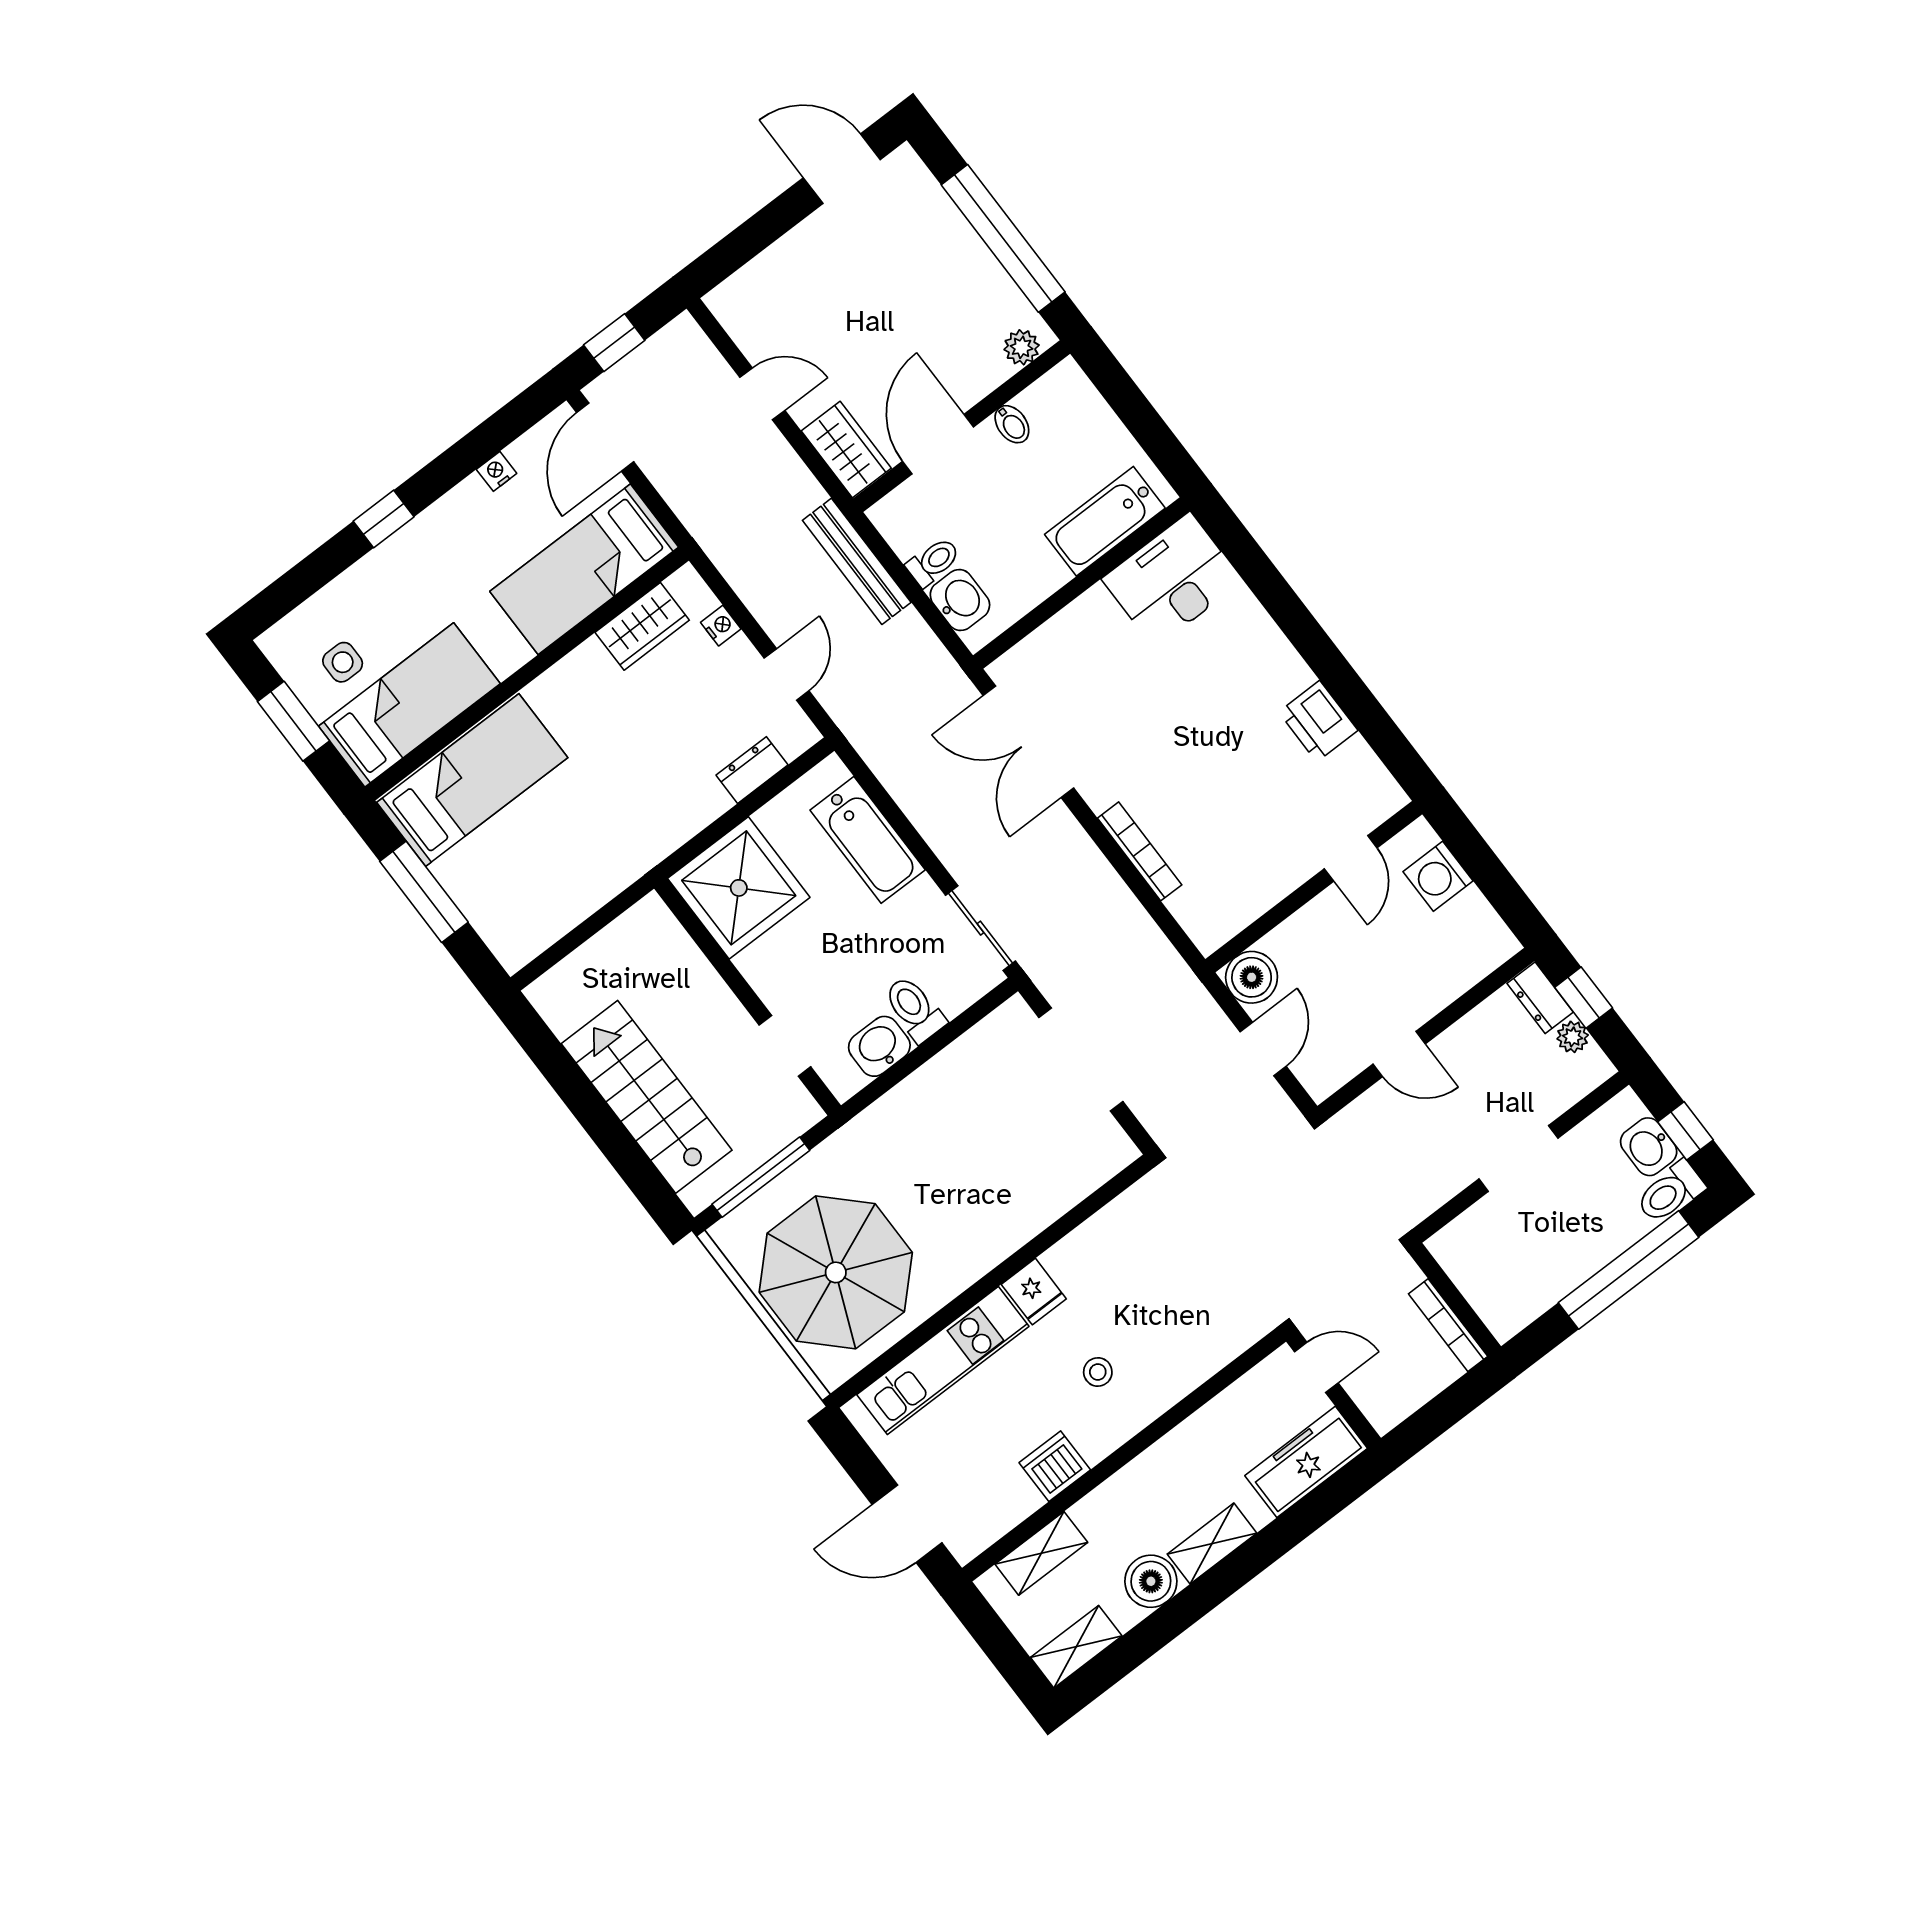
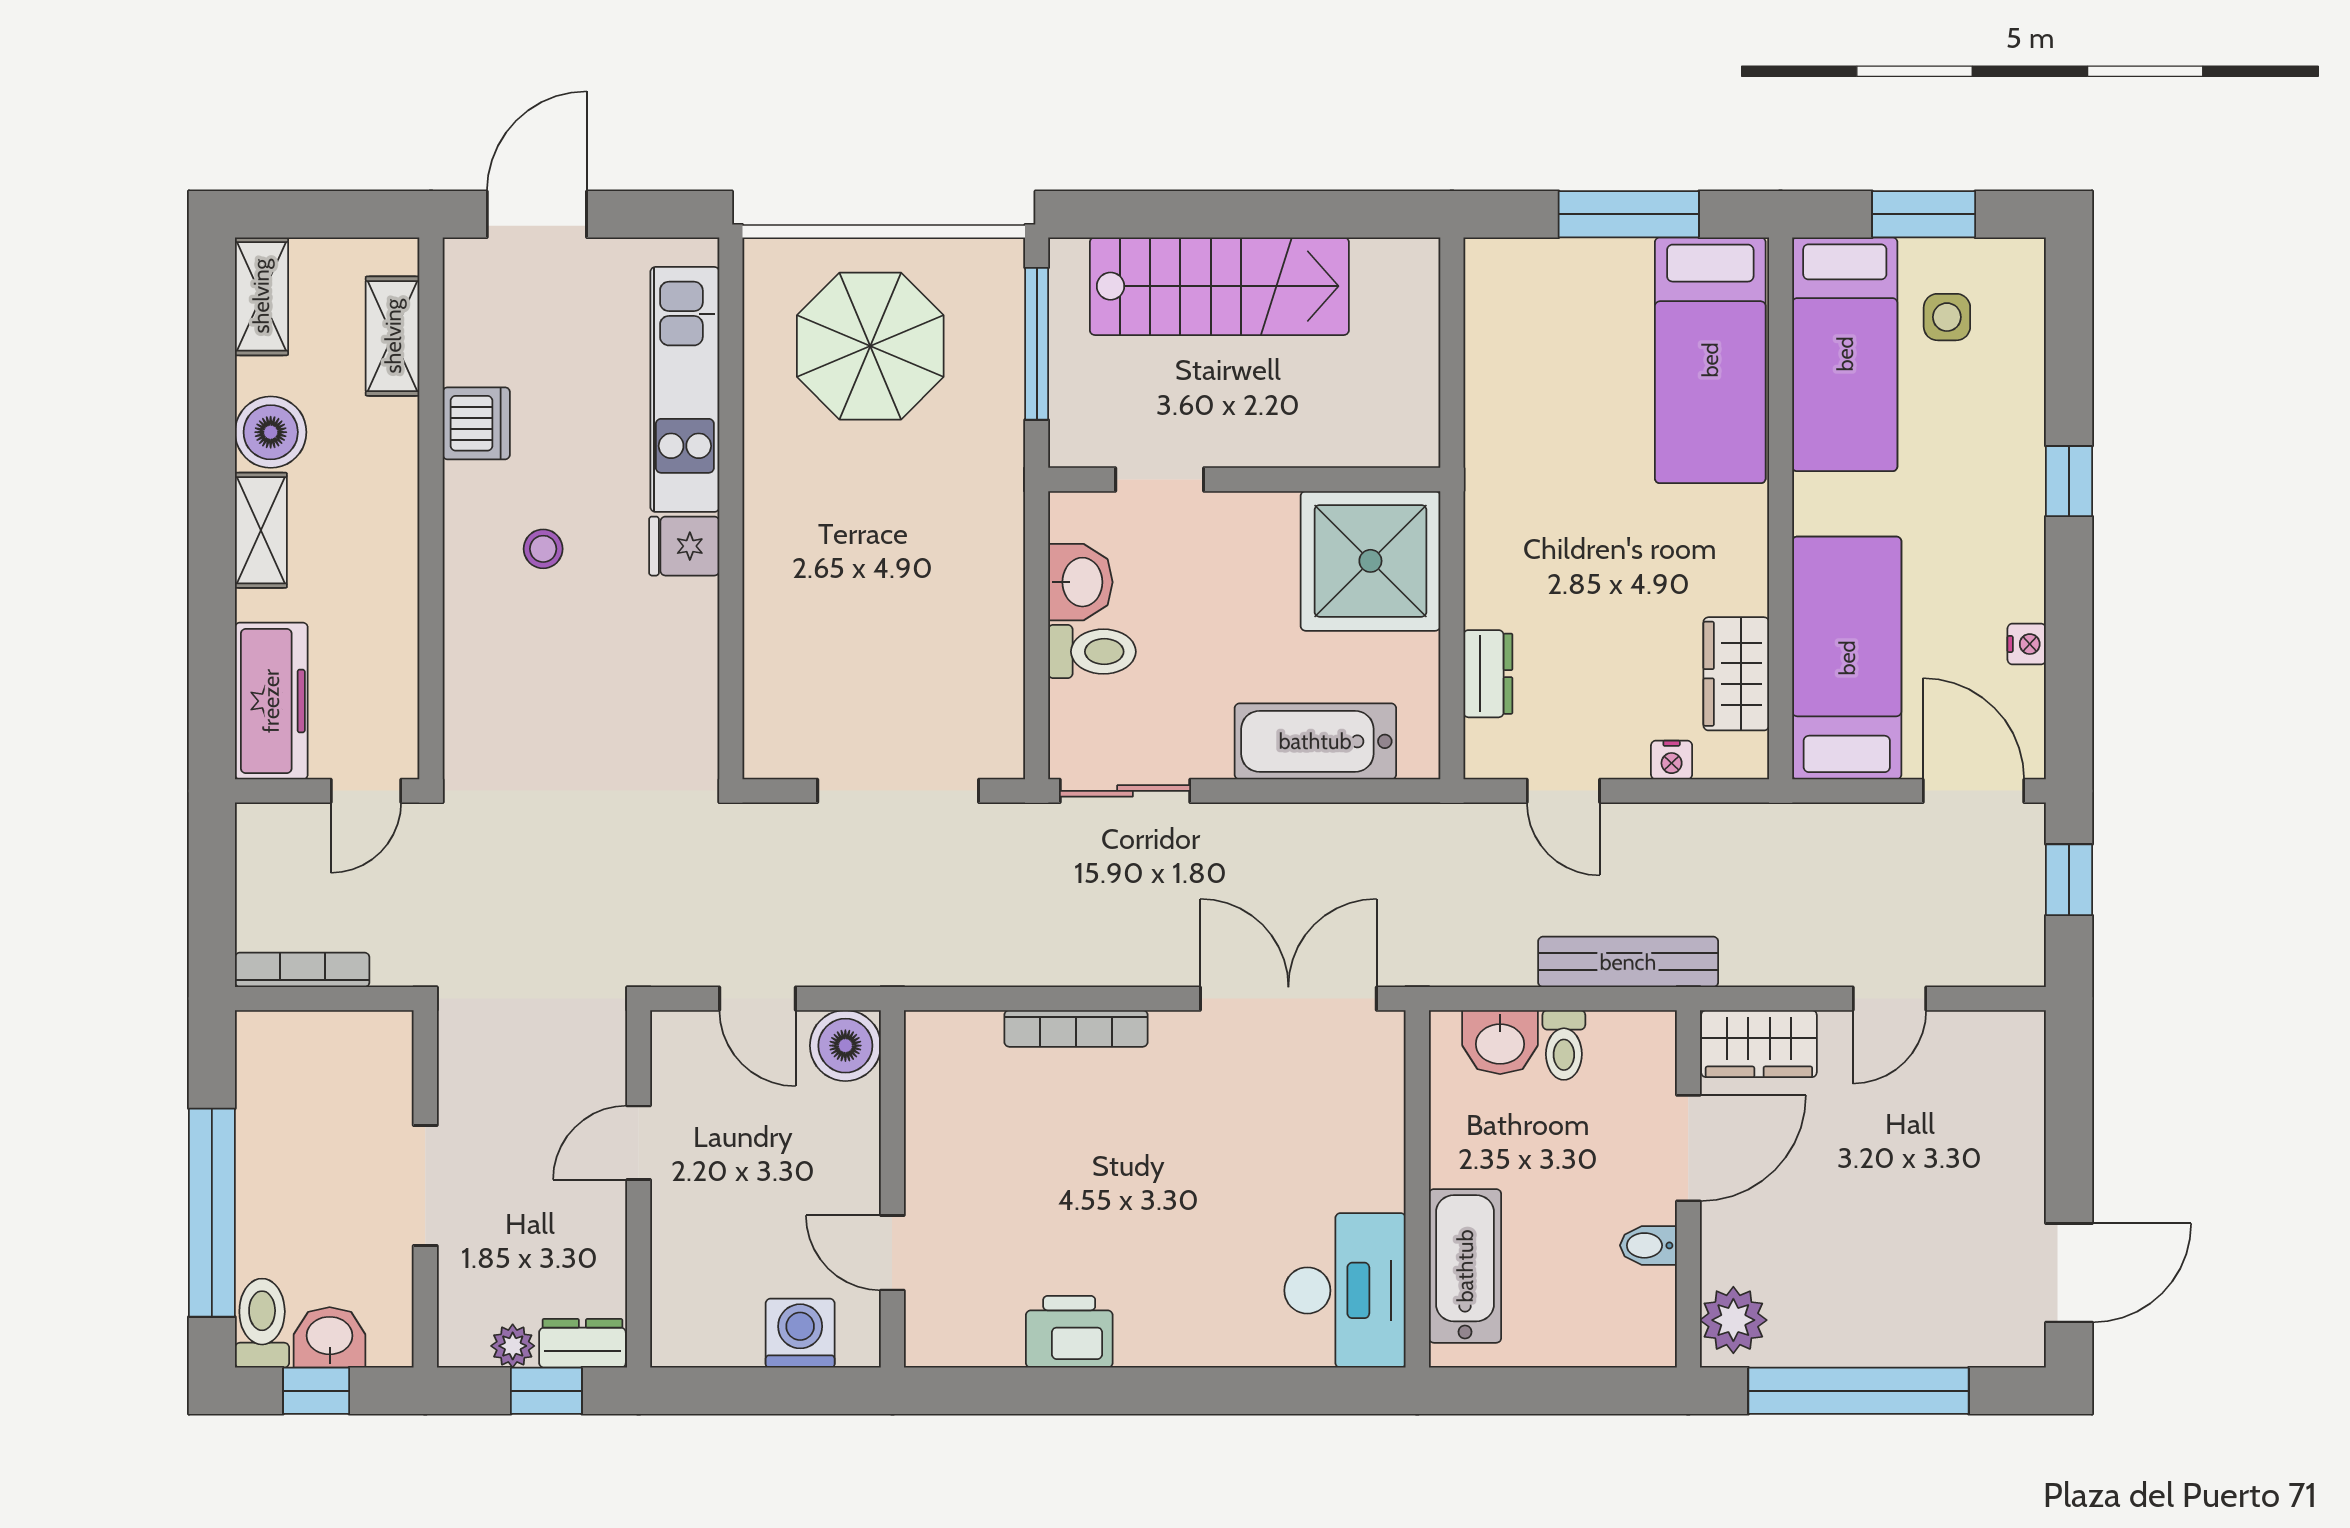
plant: (1022, 347) -> (1733, 1320), width x1.38, depth x1.38
door: (938, 444) -> (1688, 1148), hinge flipped
parasol: (836, 1272) -> (870, 346), width x0.73, depth x0.73

